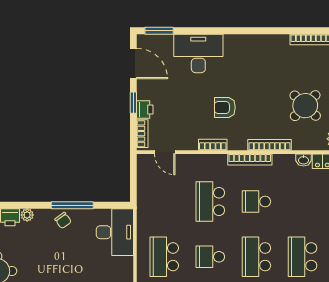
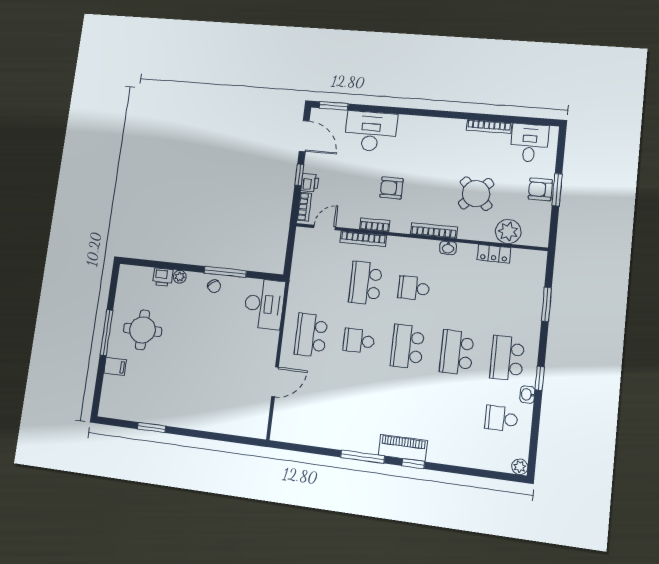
door: (165, 152) -> (325, 227), swing flipped
bookcase: (250, 159) -> (363, 239), moved
washbasin: (304, 160) -> (448, 248), moved

